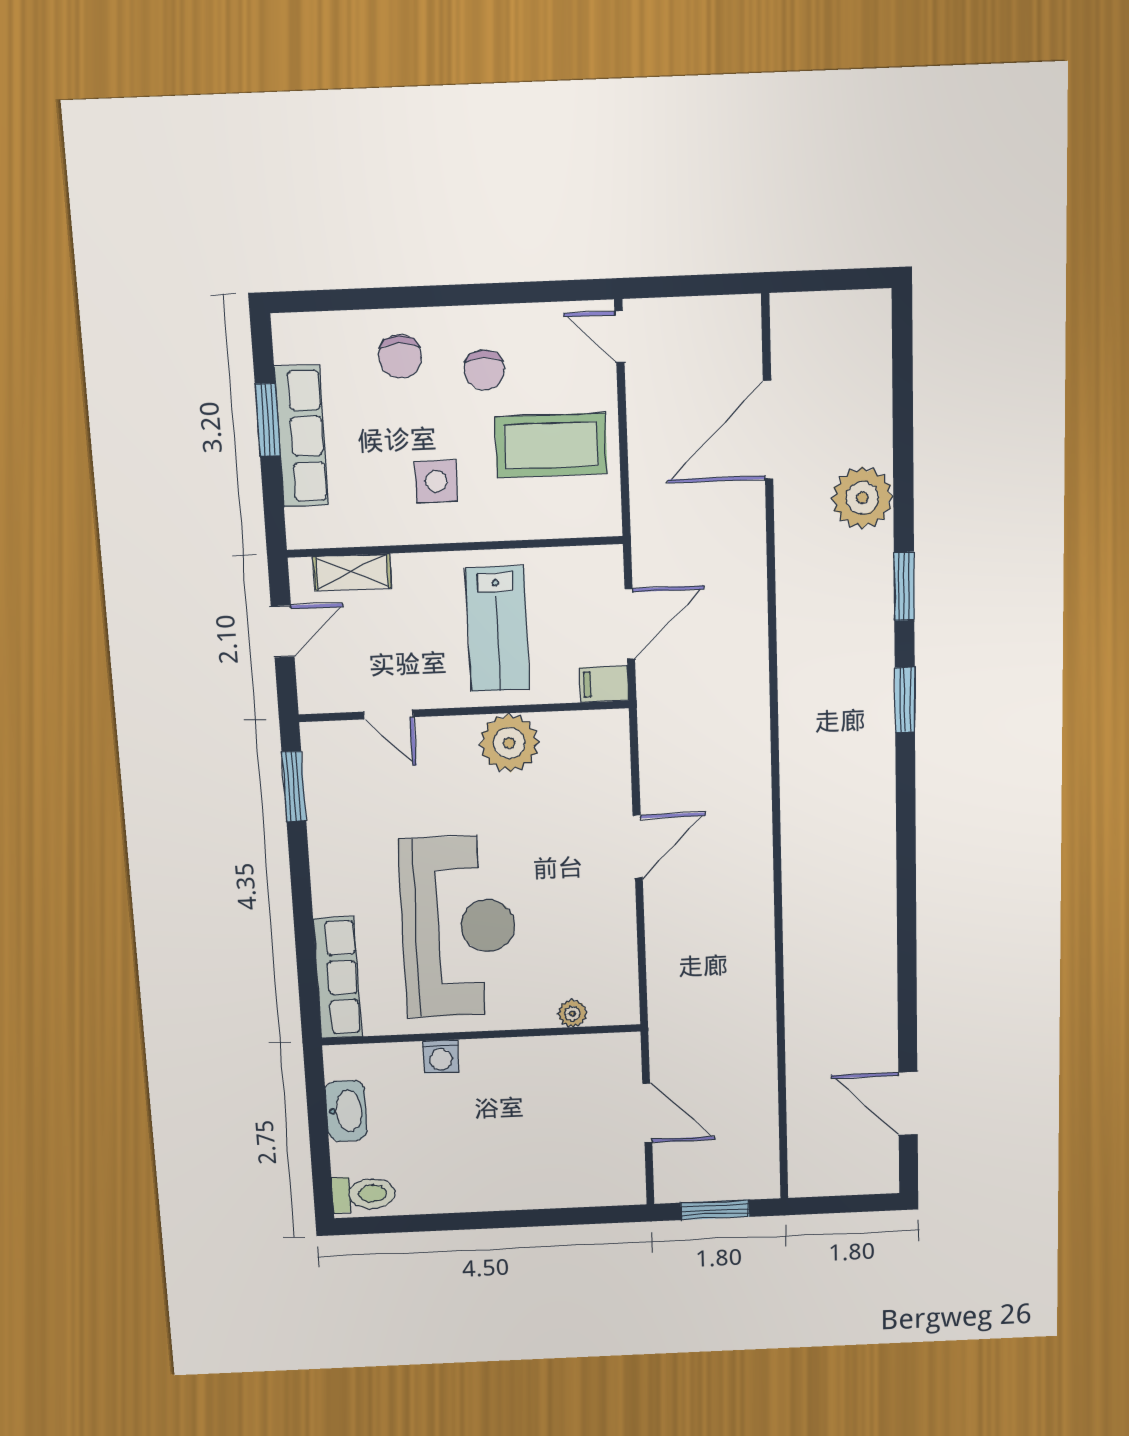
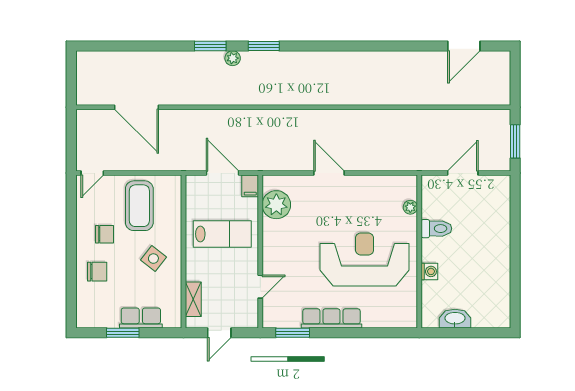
row of seats: (302, 436) -> (141, 318), width x0.68
side table: (436, 481) -> (153, 259), turned 38
plant: (862, 498) -> (233, 58), moved, width x0.53, depth x0.53
door: (283, 631) -> (219, 333), swing flipped
plant: (509, 743) -> (276, 205), moved
row of seats: (338, 978) -> (332, 318), moved
toilet: (364, 1194) -> (436, 229), moved, turned 90

